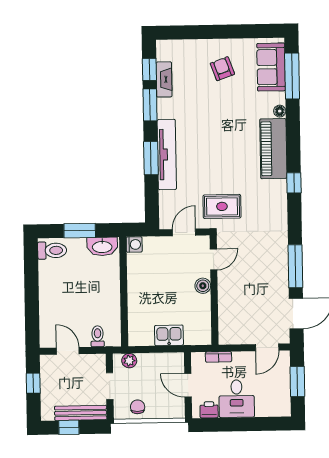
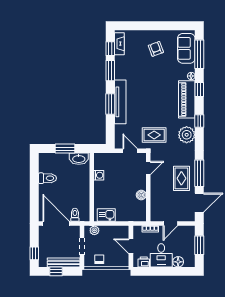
fireplace: (164, 79) -> (119, 44), moved
window: (293, 132) -> (199, 89), added
plant: (274, 205) -> (187, 135), added
door: (184, 232) -> (130, 151), hinge flipped
washing machine: (134, 244) -> (99, 175), moved
toilet: (52, 250) -> (47, 178), moved
rug: (267, 275) -> (181, 178), added
boiler: (203, 286) -> (141, 195), moved
kitchen sink: (169, 335) -> (106, 215), moved
door: (267, 347) -> (170, 224), moved
door: (68, 351) -> (56, 224), width x1.87
window: (33, 383) -> (34, 253), moved
floor lamp: (264, 409) -> (178, 262), added

